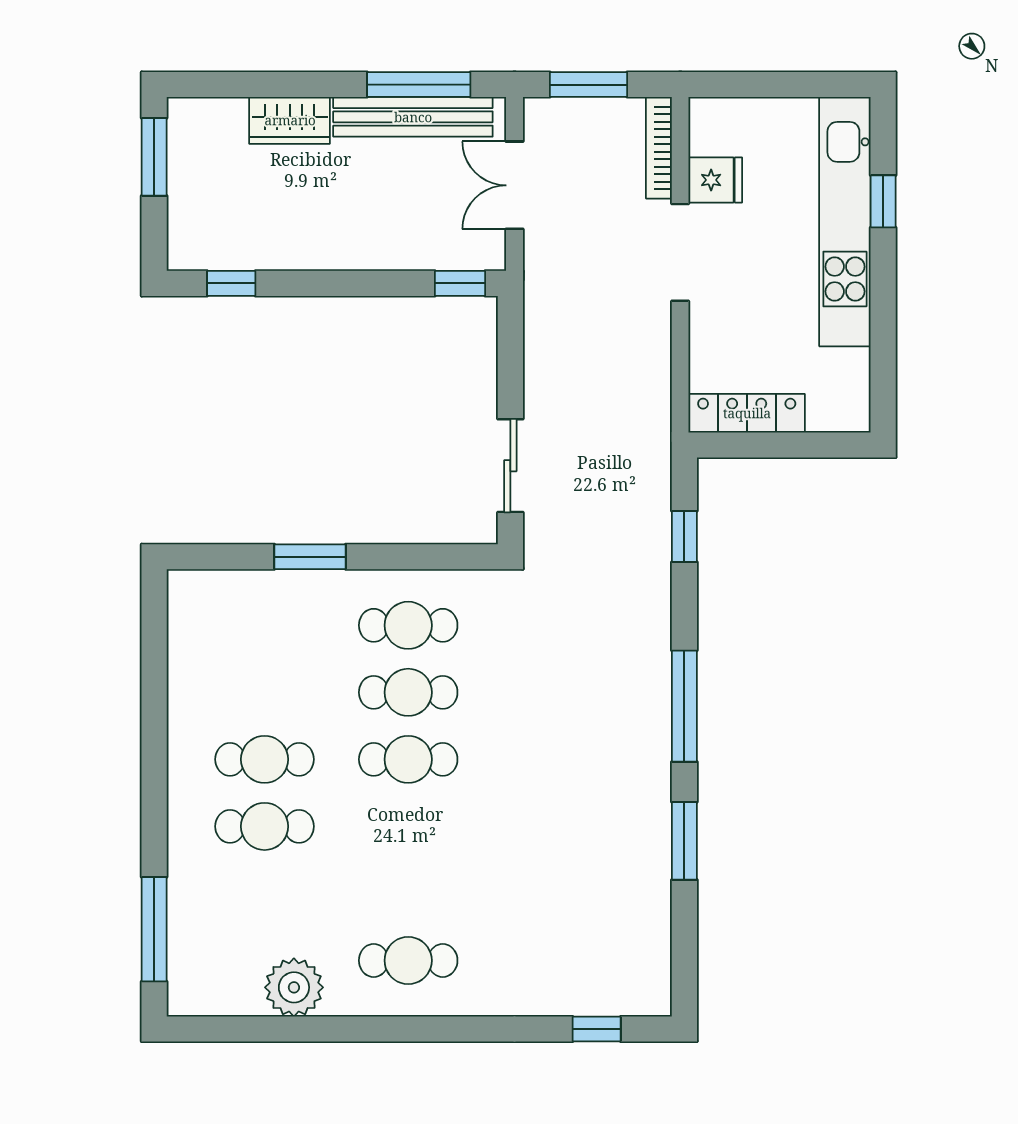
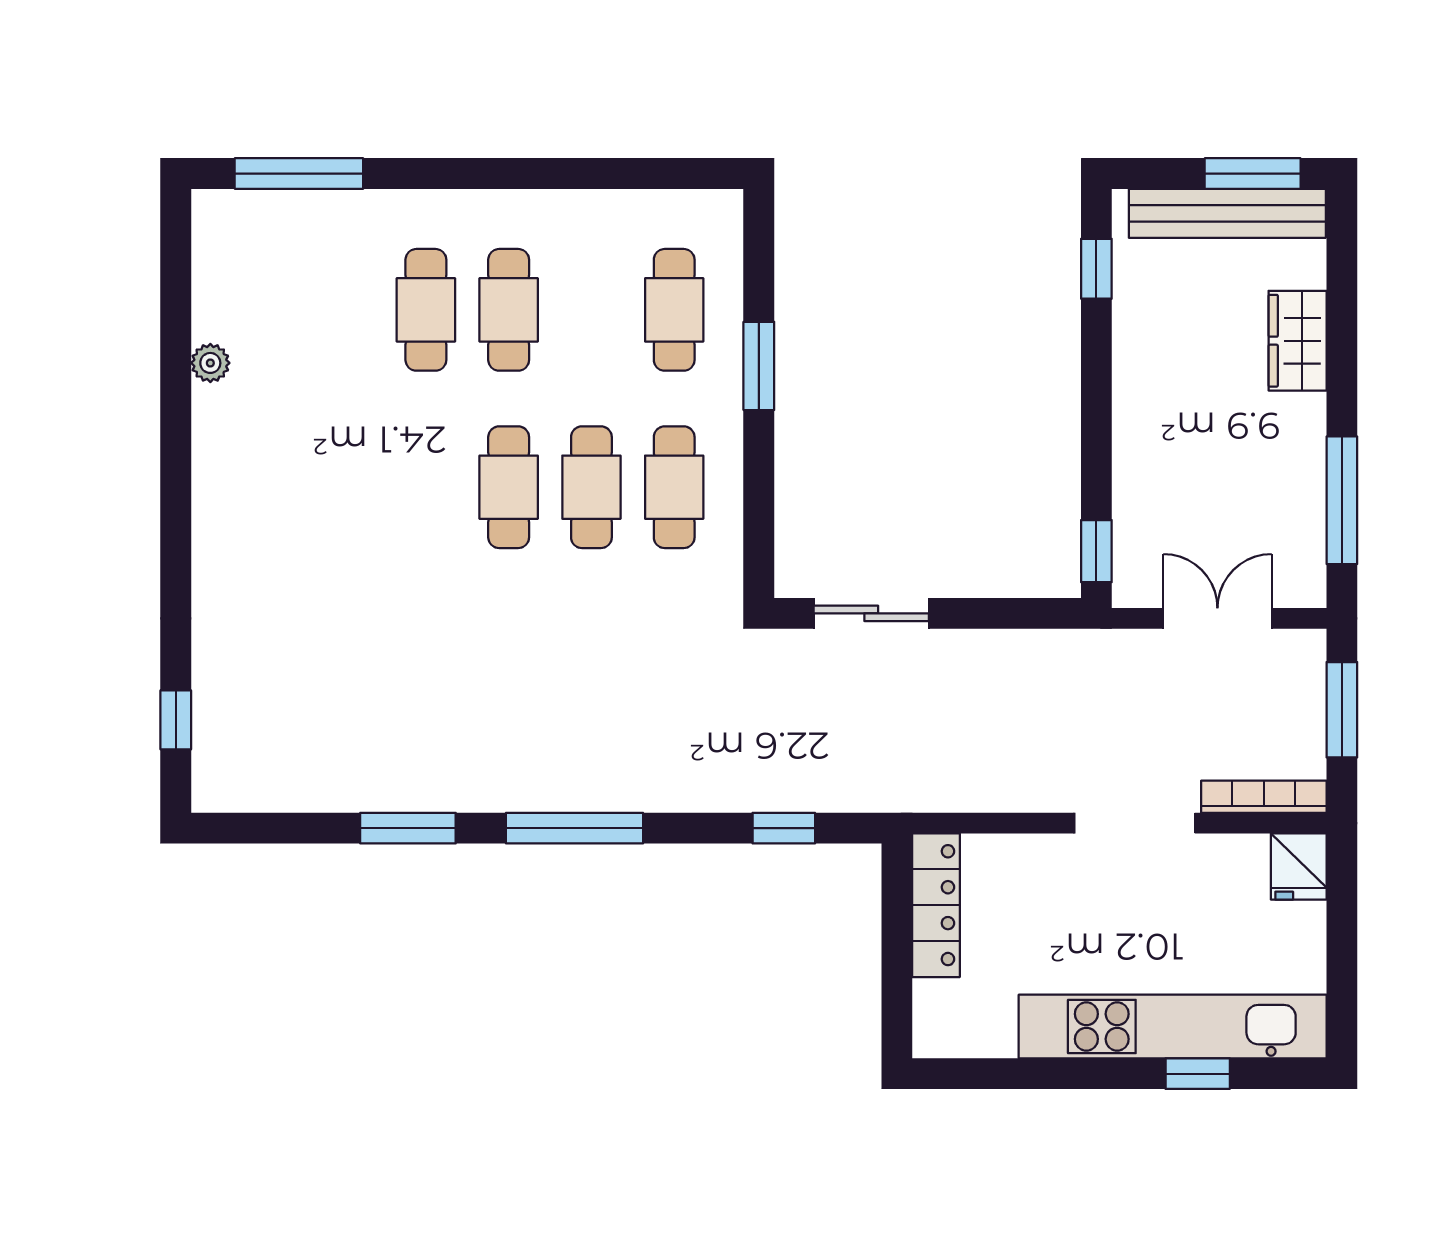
bench: (413, 117) -> (1227, 213), moved, turned 90
fridge: (715, 180) -> (1299, 866), moved
cafe table: (408, 960) -> (674, 310), moved
plant: (294, 987) -> (210, 363), width x0.53, depth x0.53

